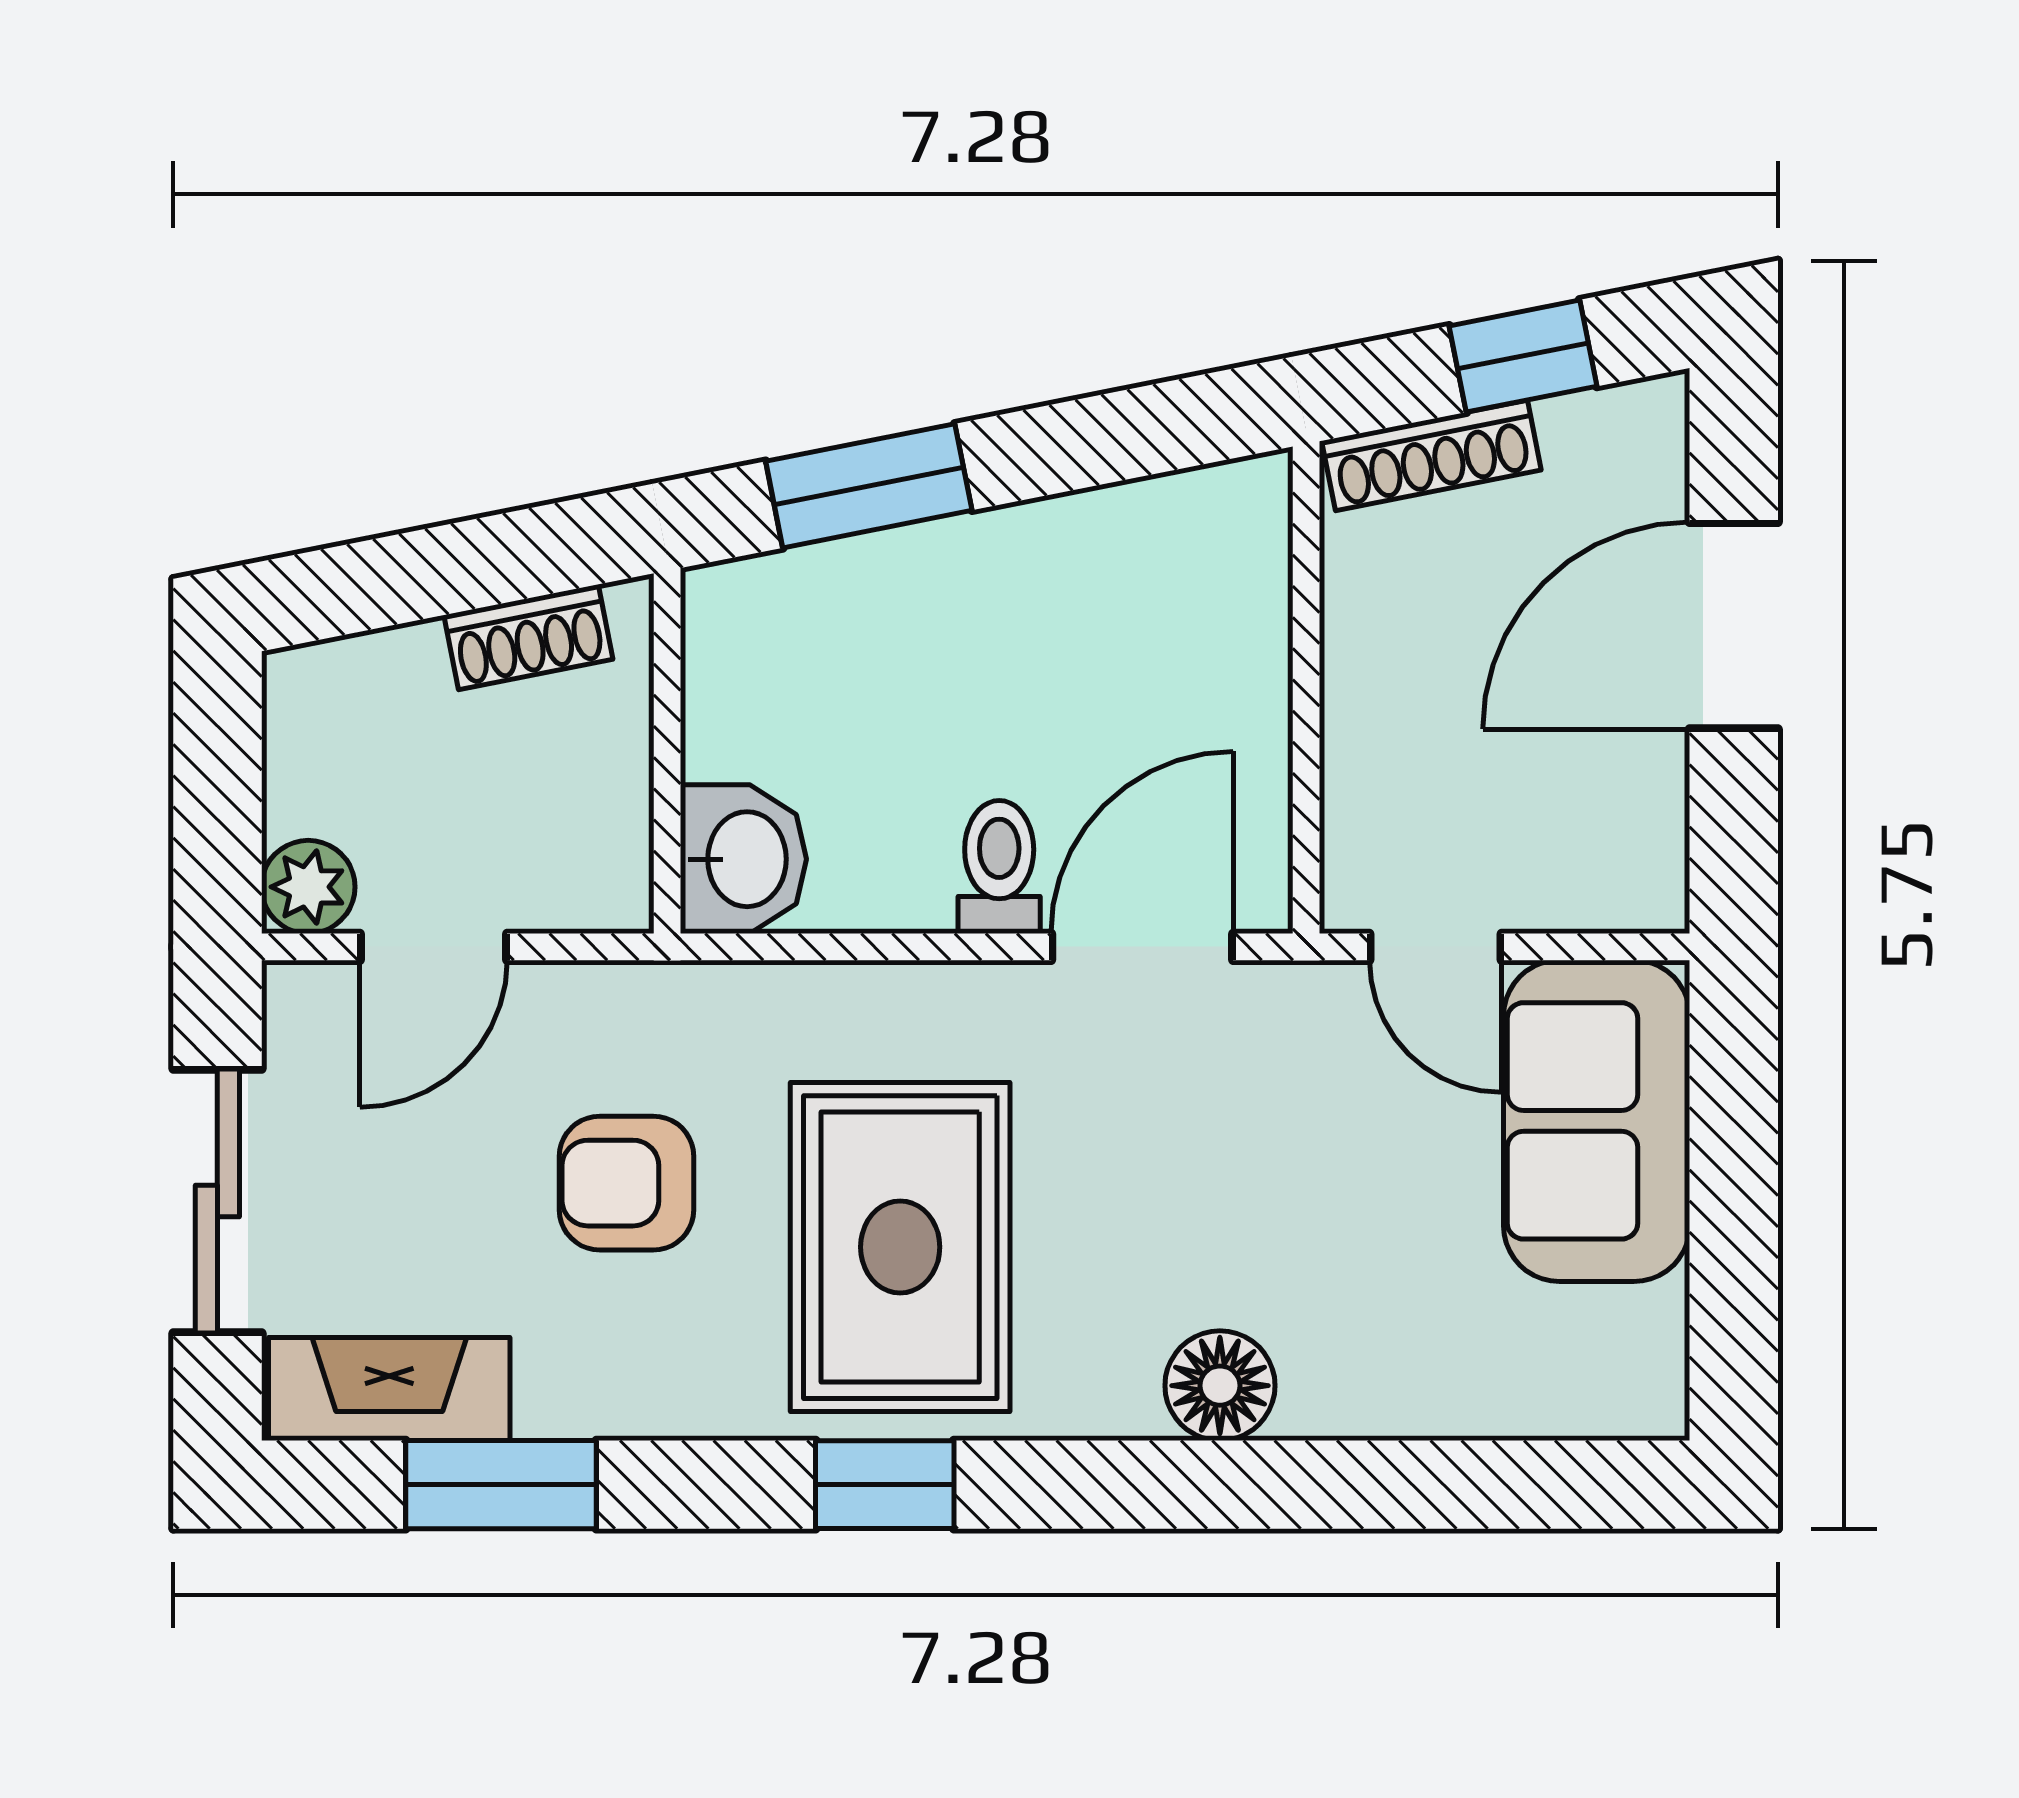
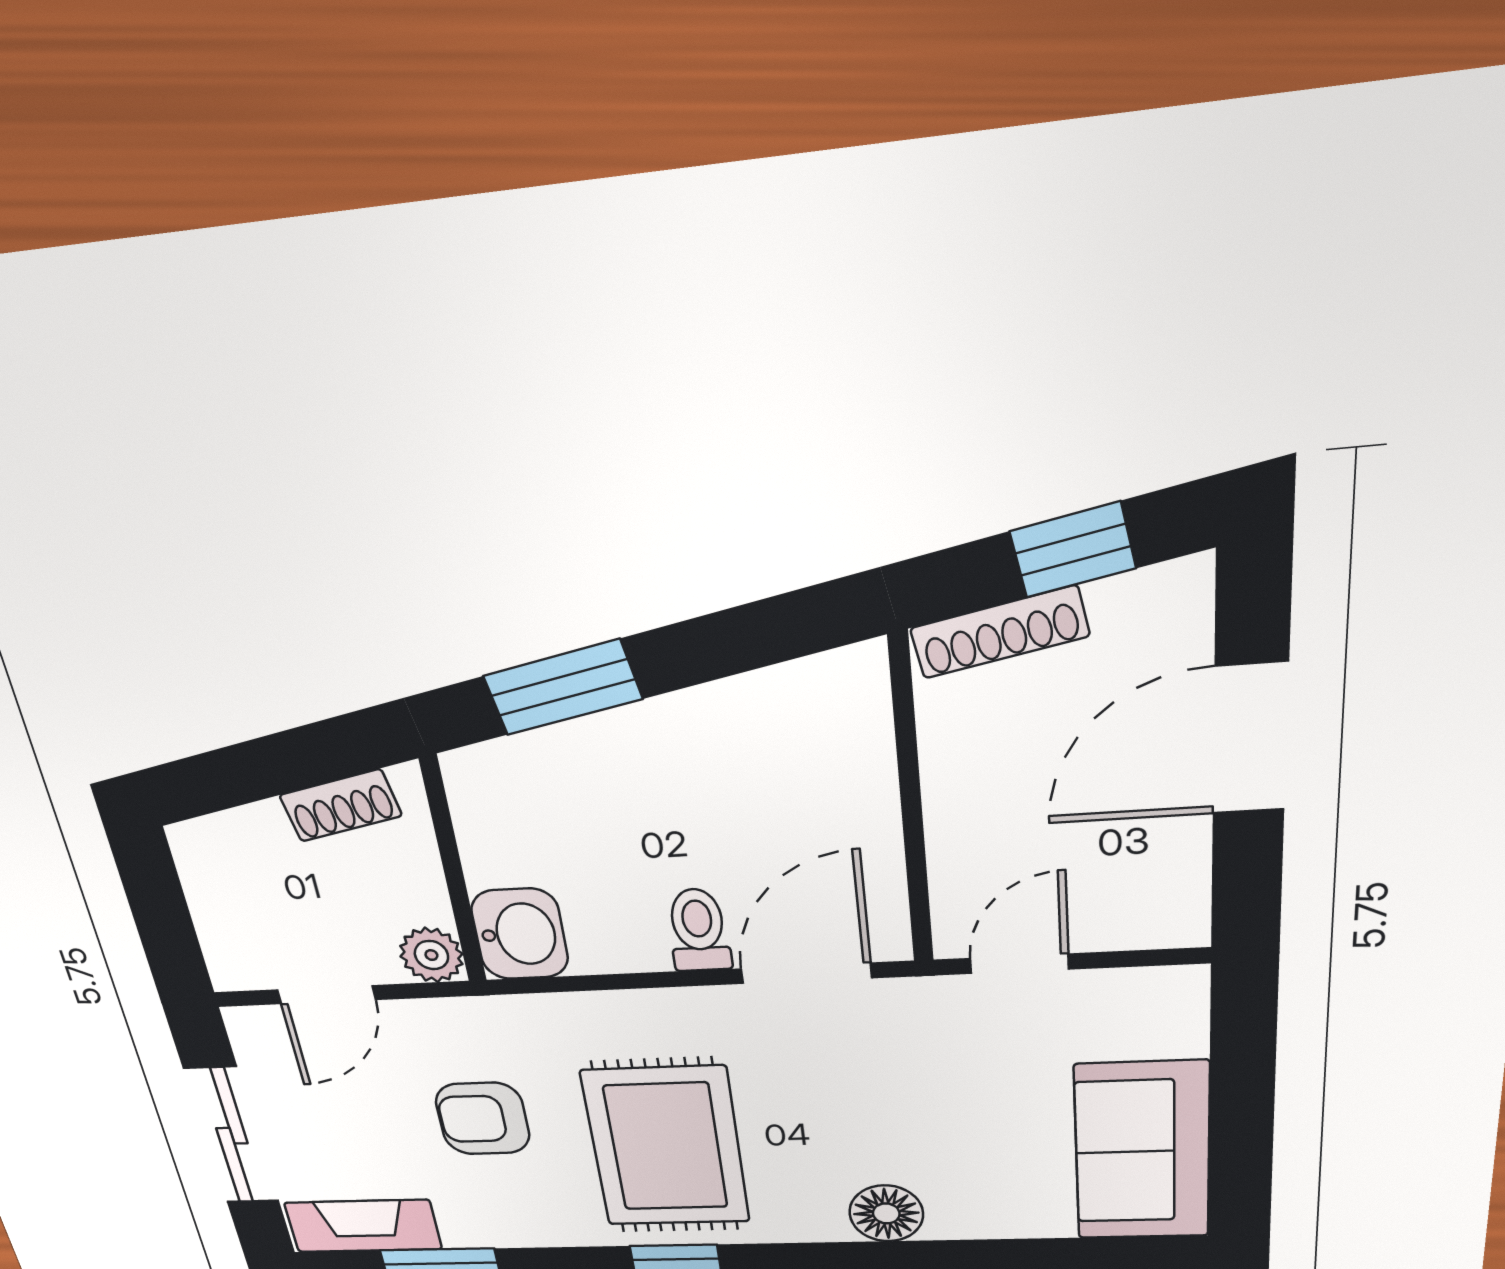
plant: (308, 887) -> (431, 955), moved
door: (1435, 947) -> (1019, 964), swing flipped
sofa: (1597, 1121) -> (1142, 1152), moved

